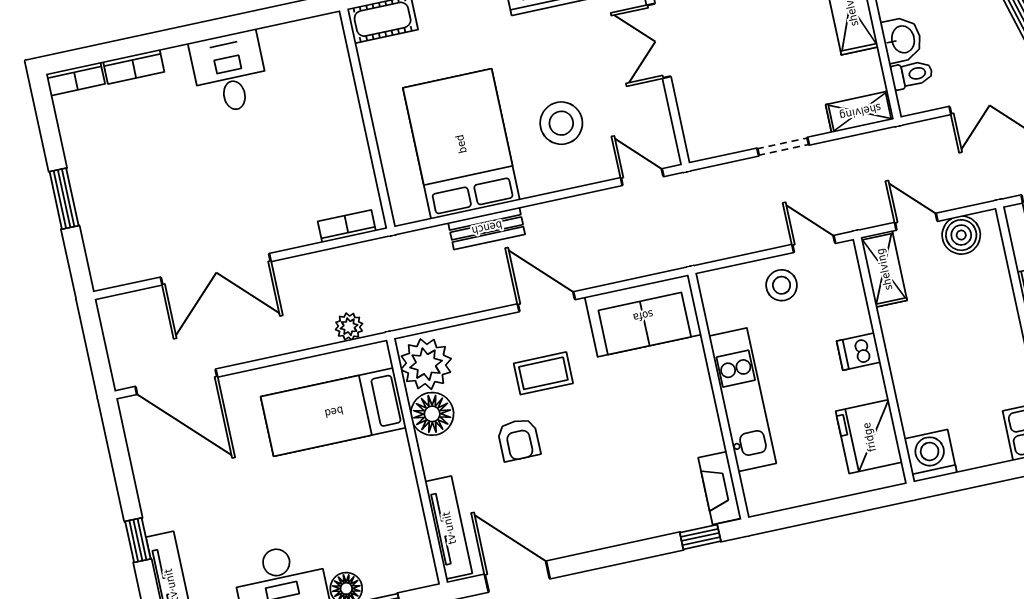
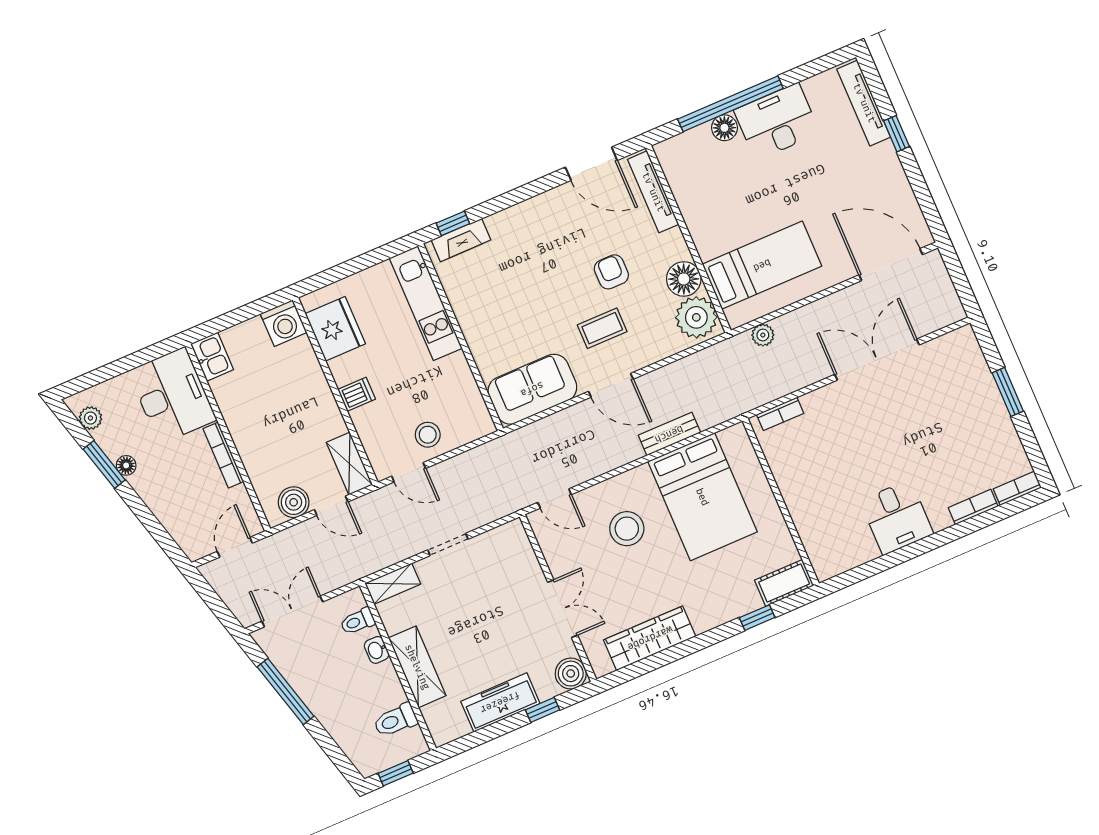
washbasin: (902, 40) -> (377, 650), width x0.72, depth x0.69
kitchen unit: (742, 400) -> (426, 303), moved
fireplace: (720, 488) -> (461, 240), moved, turned 90

